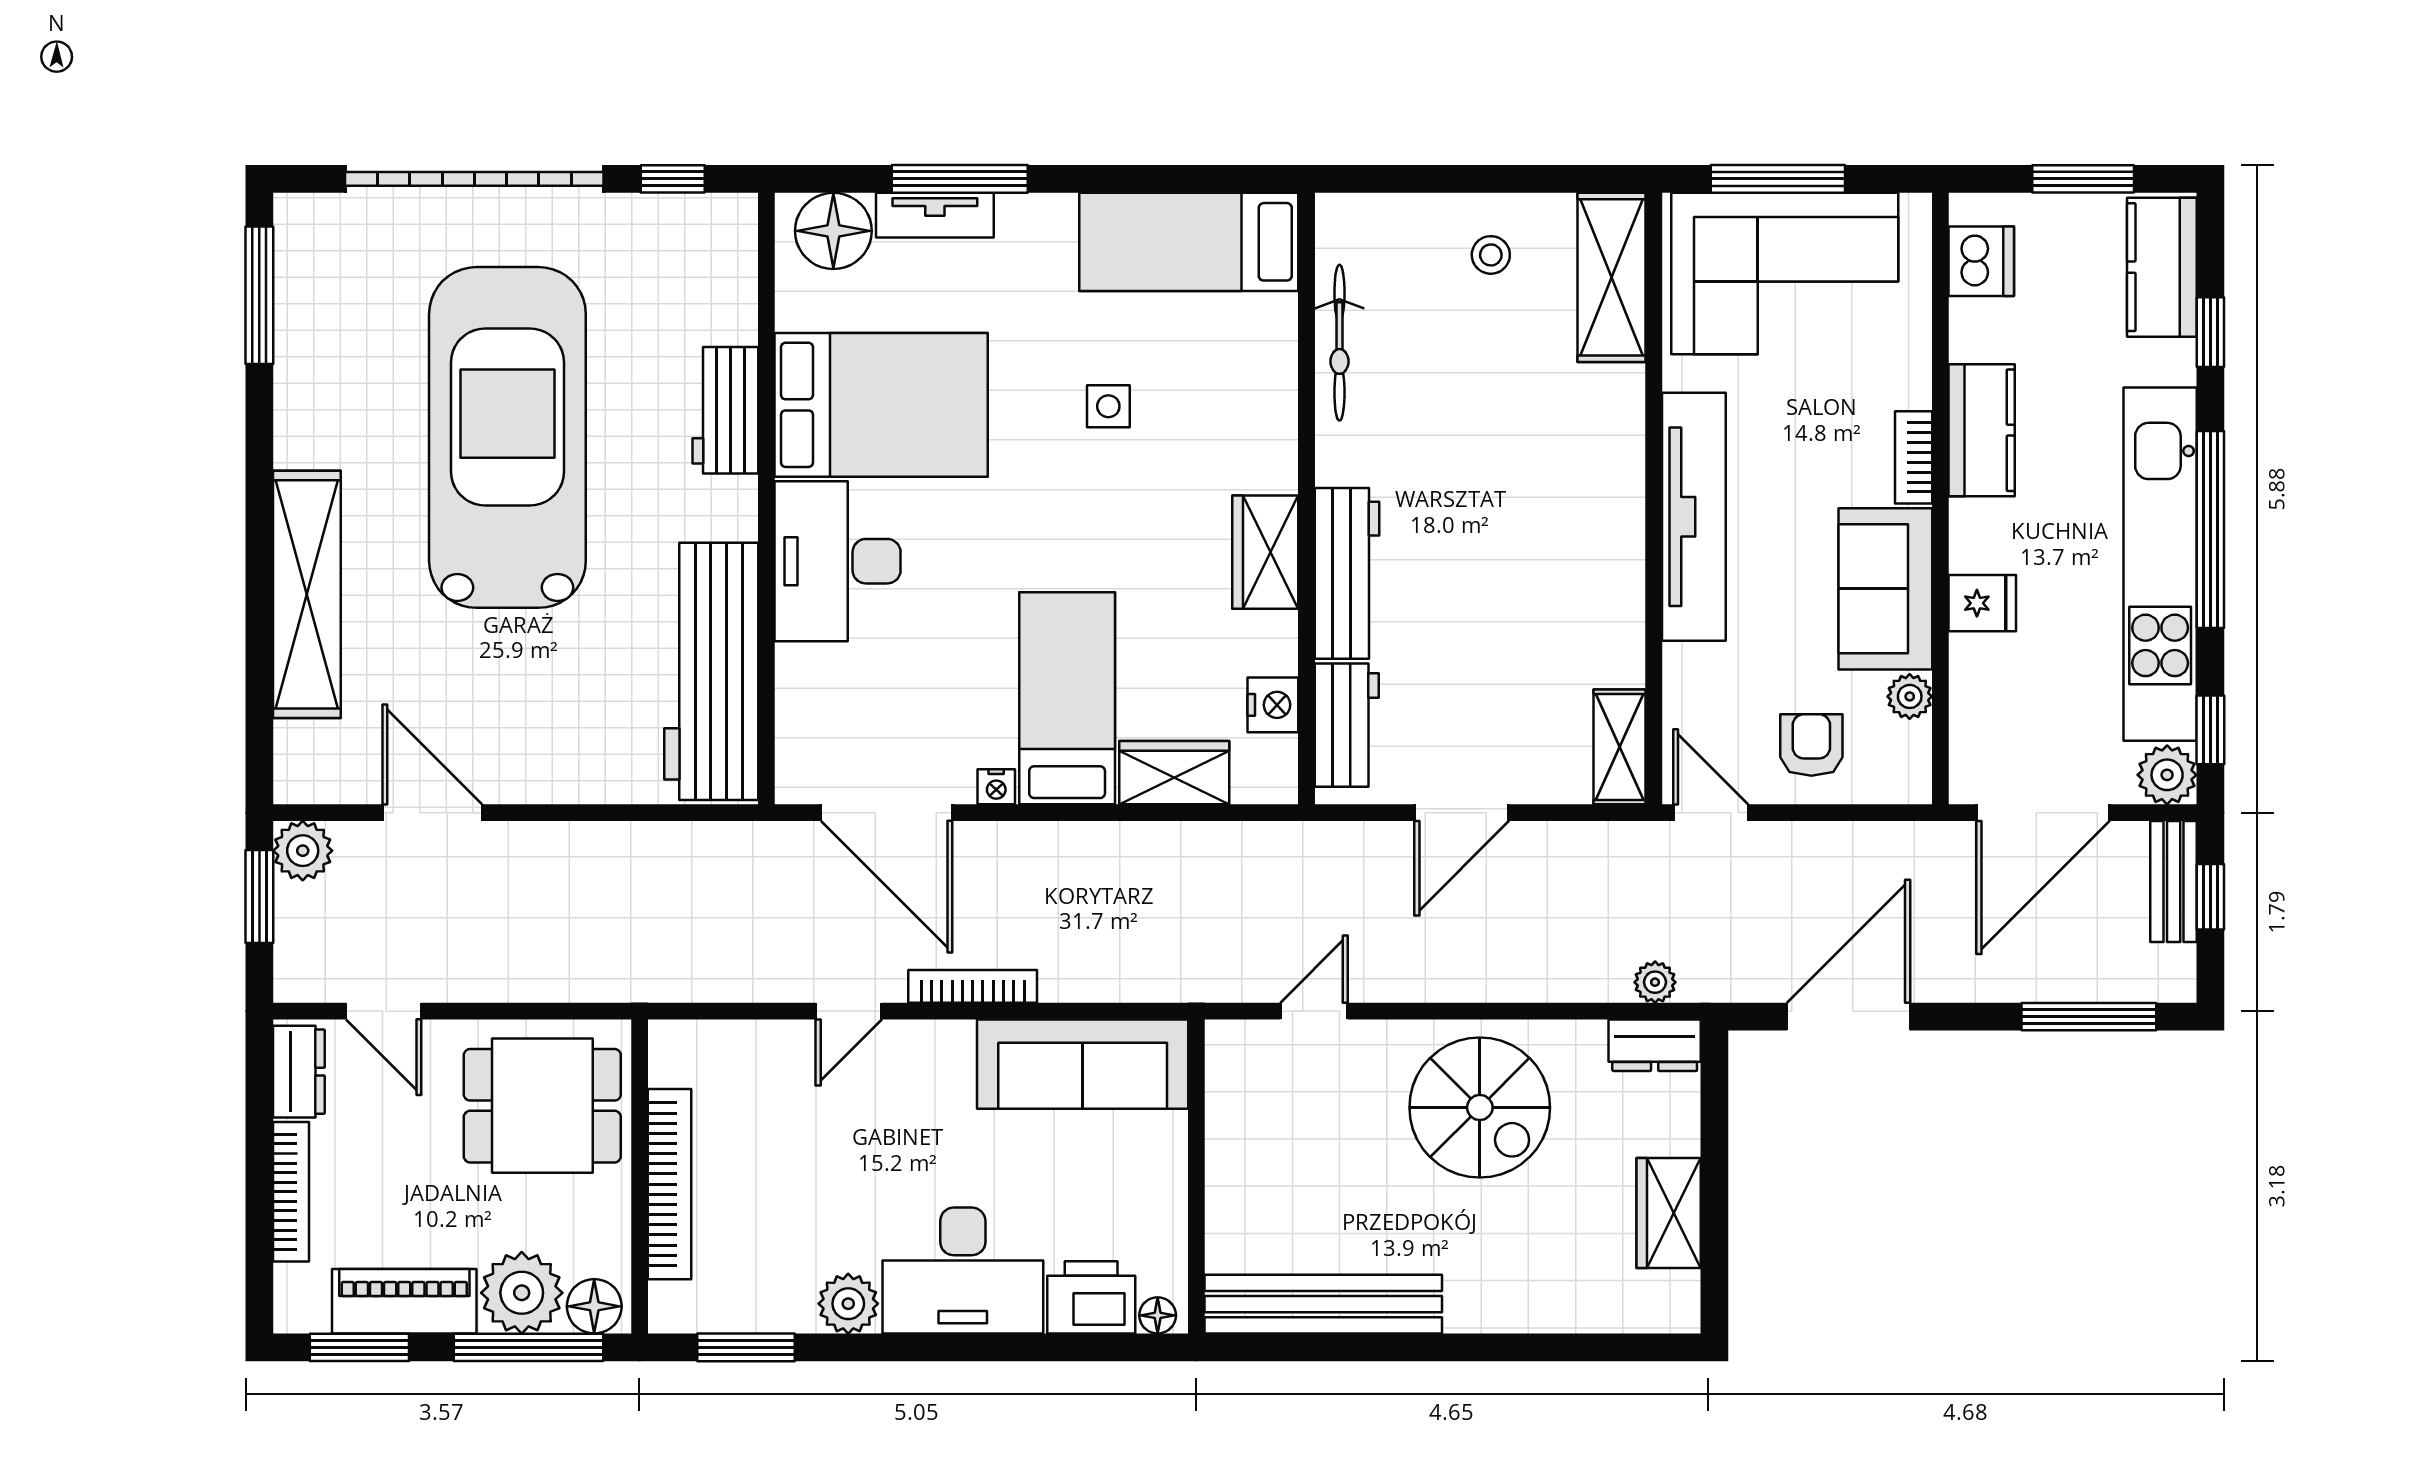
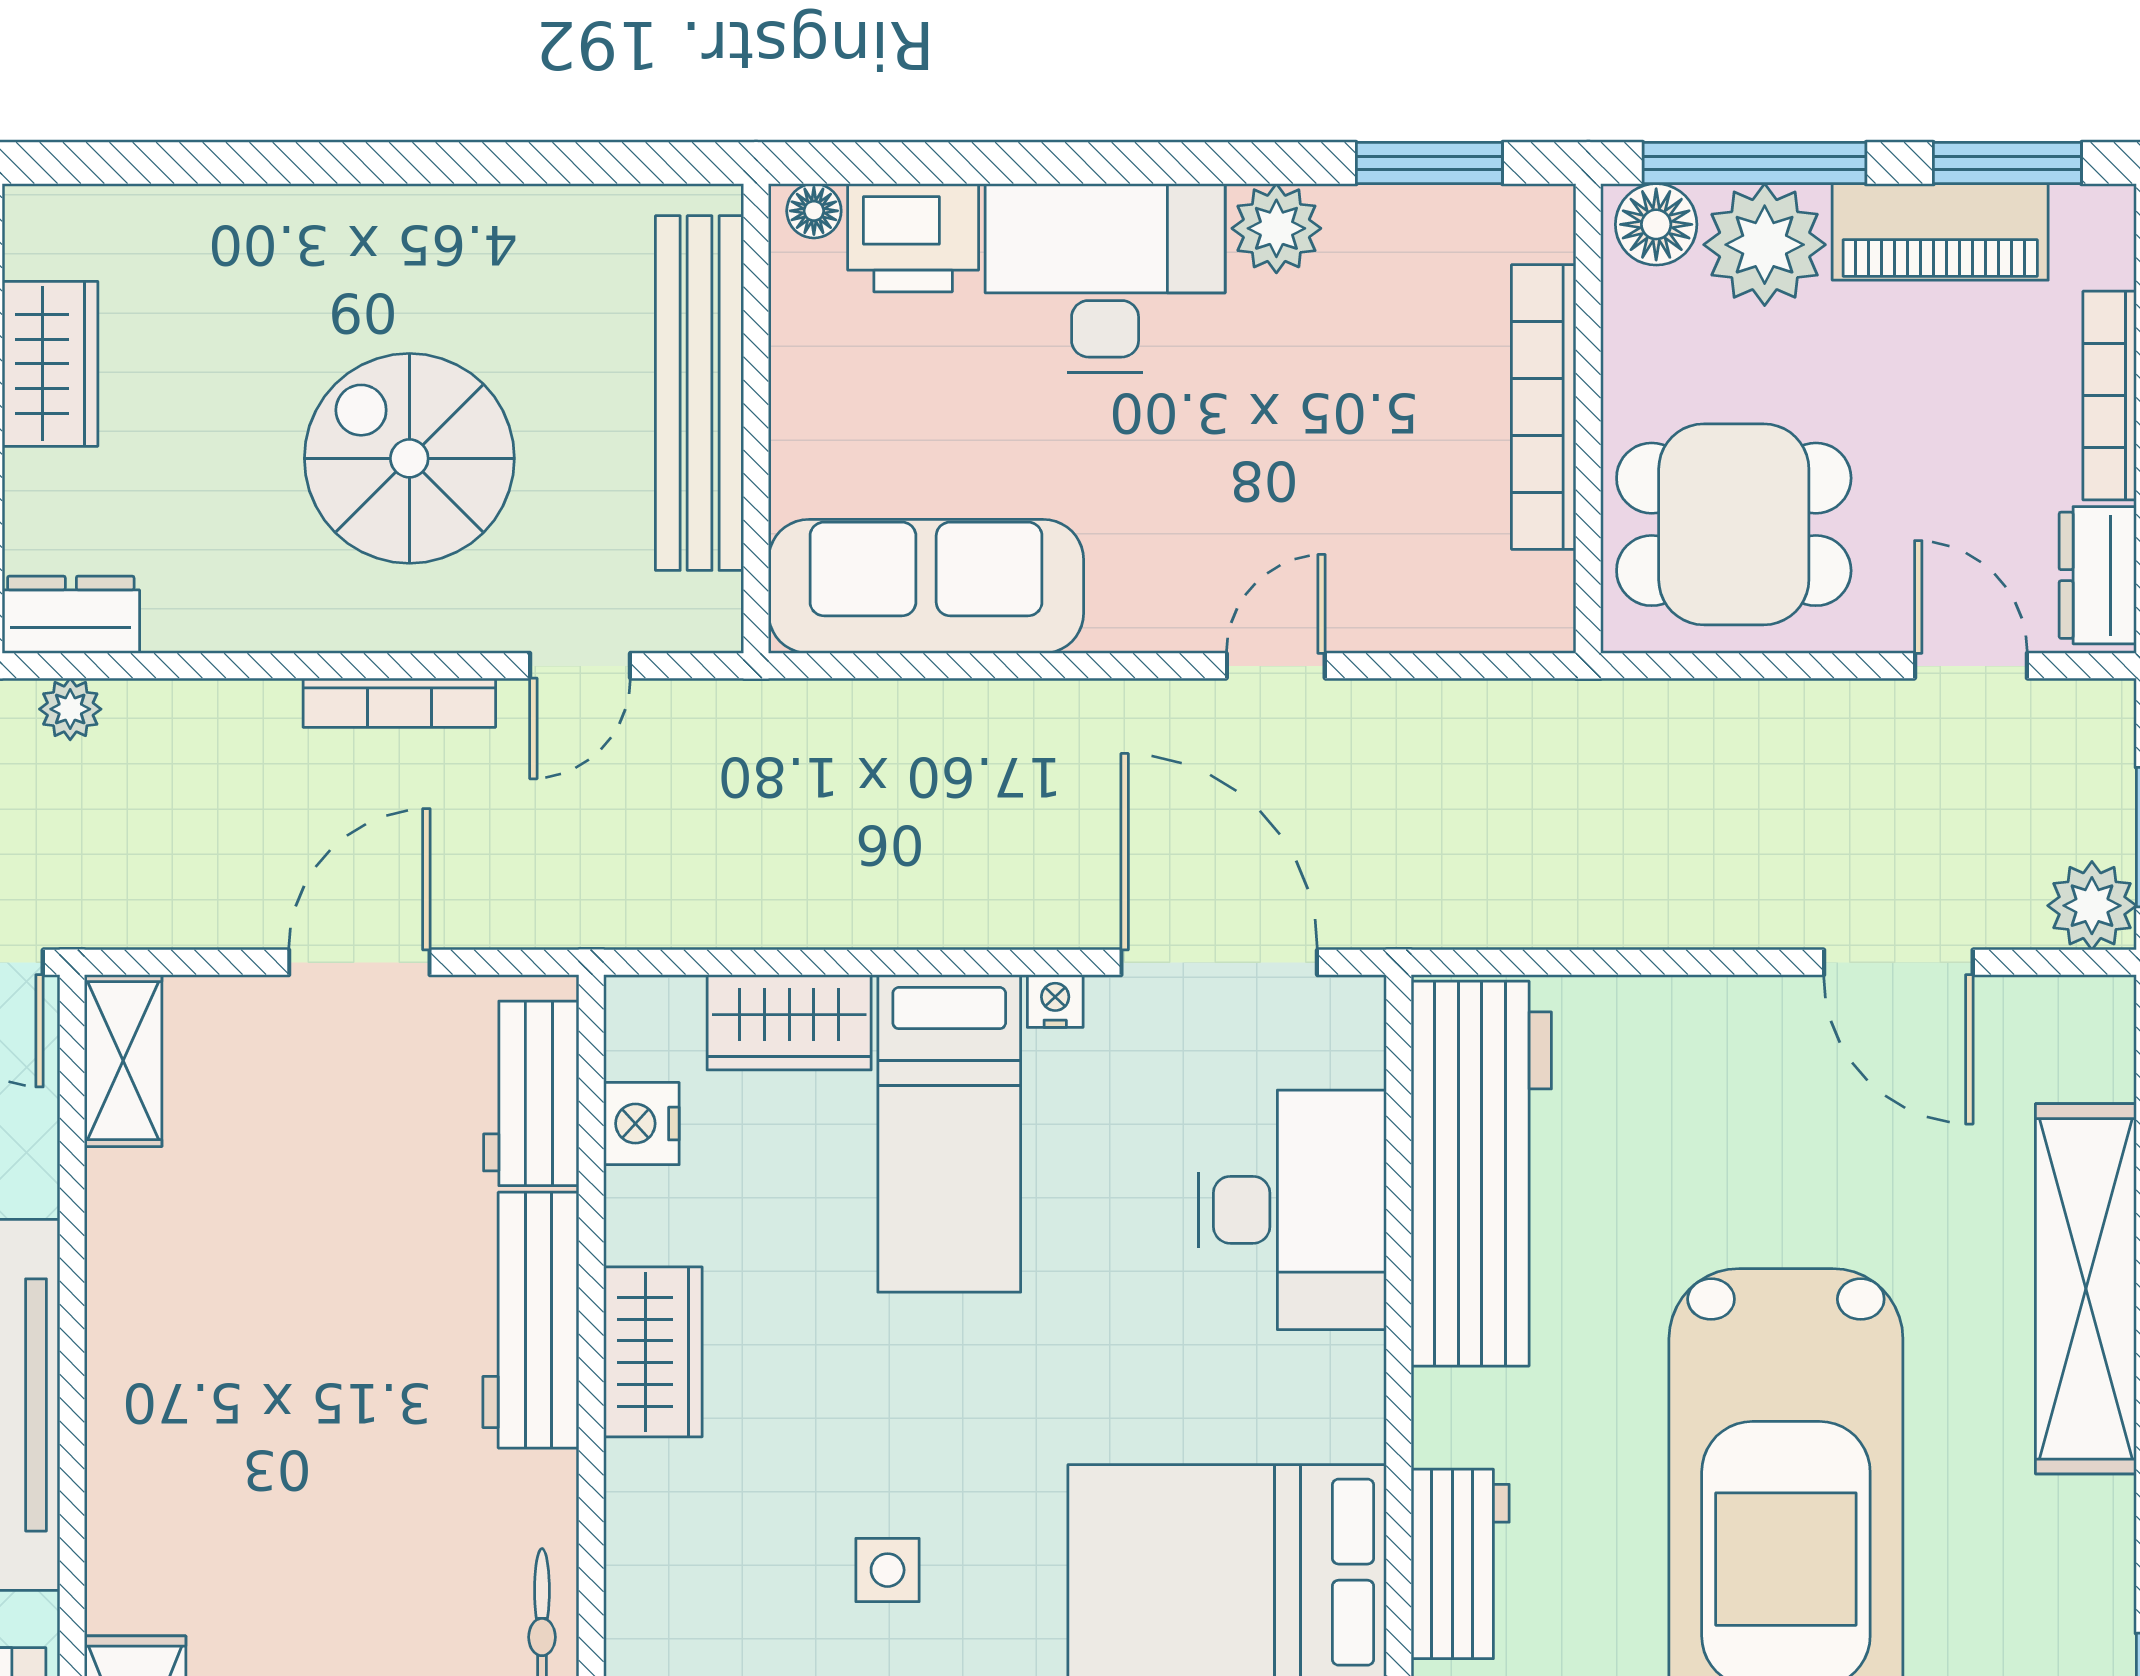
desk: (838, 561) -> (1292, 1210), moved
bookcase: (973, 986) -> (399, 703), moved
spiral stairs: (1480, 1108) -> (409, 458), moved
bench: (1323, 1304) -> (700, 393), moved, turned 90

